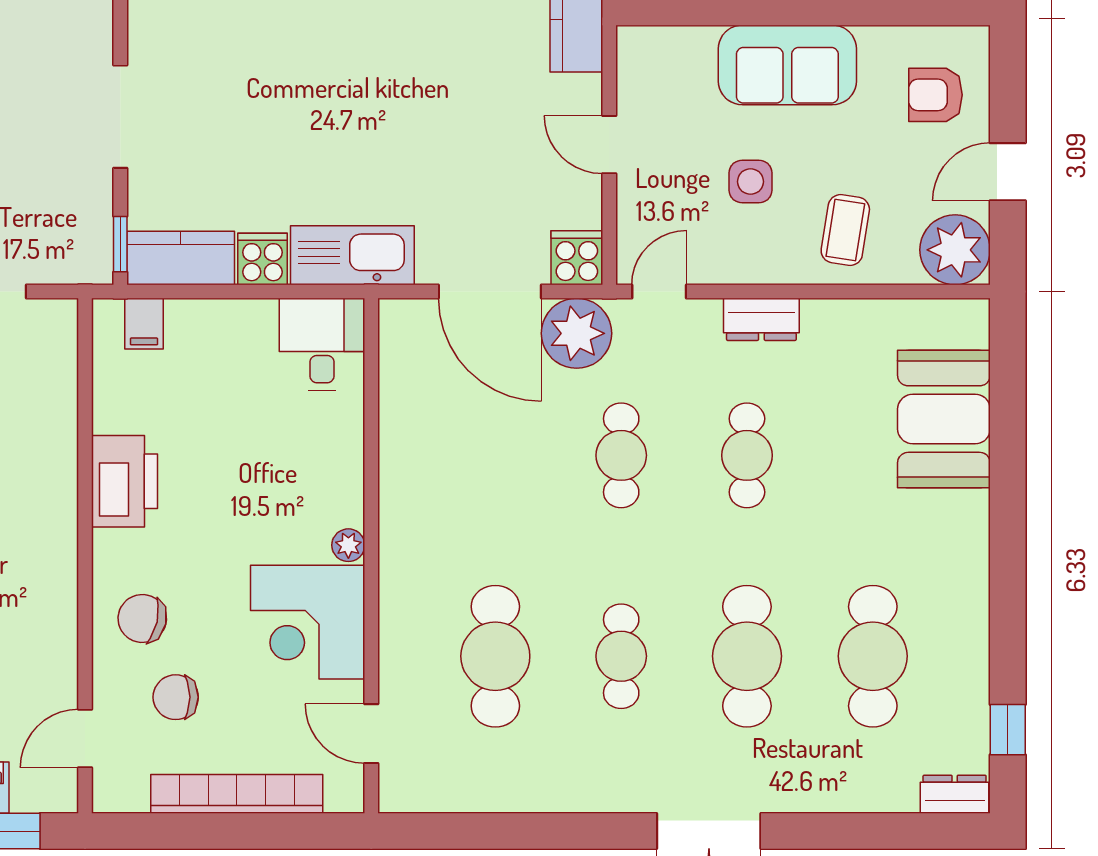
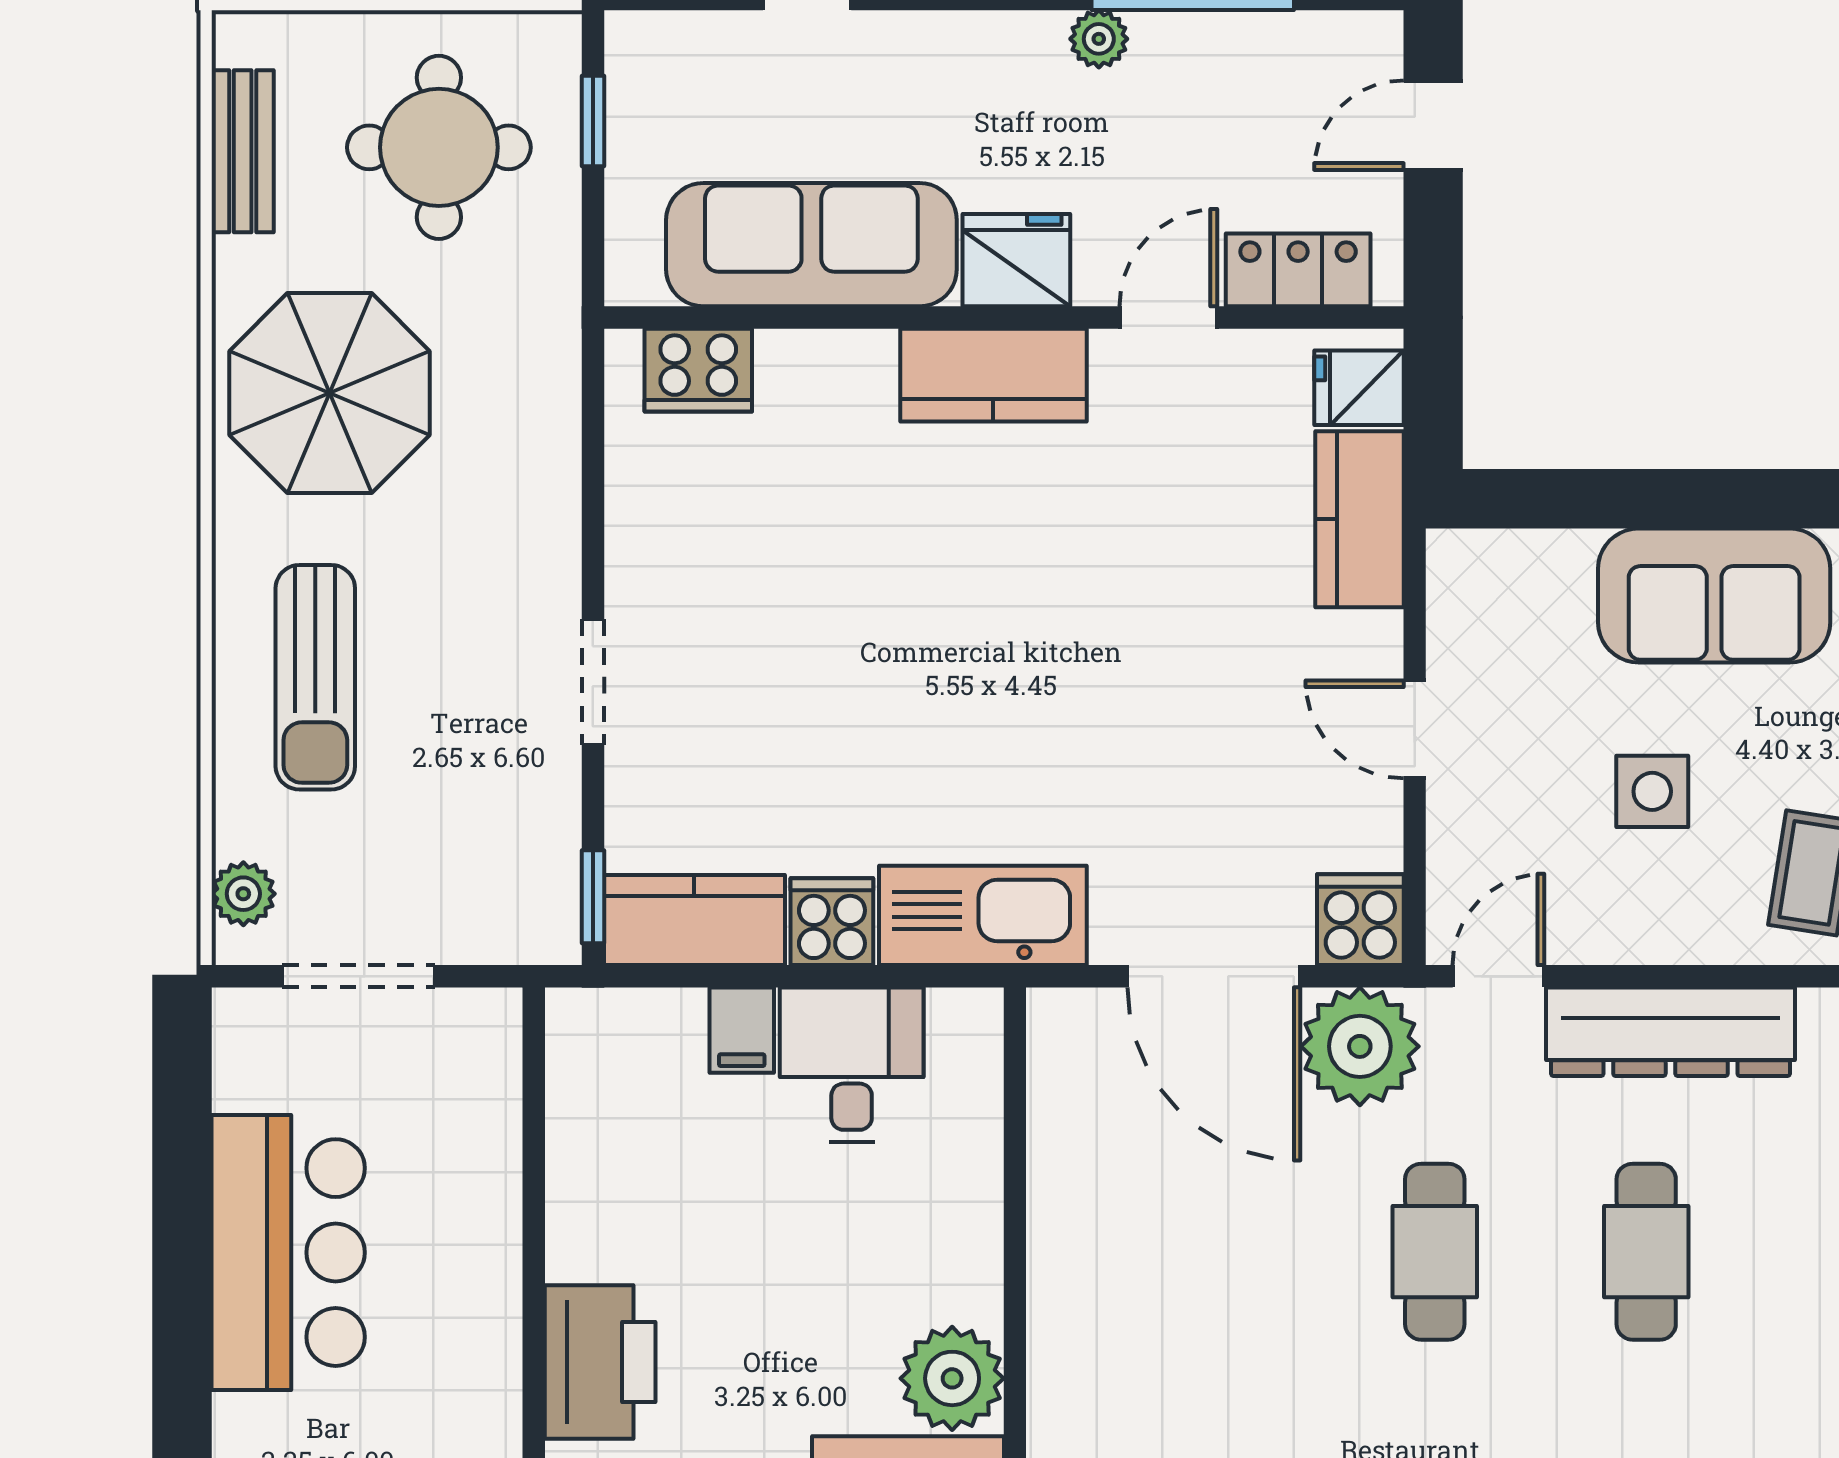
doorway: (120, 117) -> (593, 682), width x0.73
dresser: (761, 319) -> (1670, 1032), width x1.96, depth x1.24
filing cabinet: (144, 324) -> (742, 1030), moved
desk: (322, 344) -> (852, 1065), moved
printer: (125, 481) -> (600, 1362), moved
plant: (348, 545) -> (952, 1378), width x1.88, depth x1.88

